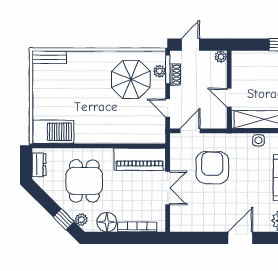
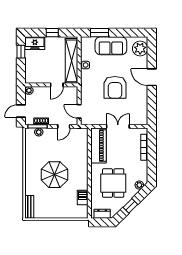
door: (190, 45) -> (21, 111), hinge flipped
parasol: (131, 79) -> (54, 175), moved
barbecue: (53, 132) -> (83, 198), width x0.53, depth x0.65
armchair: (212, 168) -> (115, 87), moved, turned -90
dining table: (84, 181) -> (113, 183), turned 90
window: (64, 219) -> (130, 206), moved
floor lamp: (107, 222) -> (141, 168), removed

